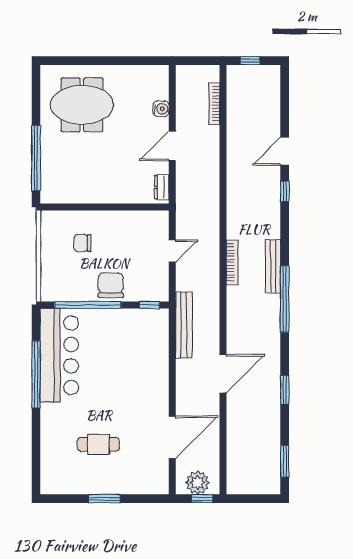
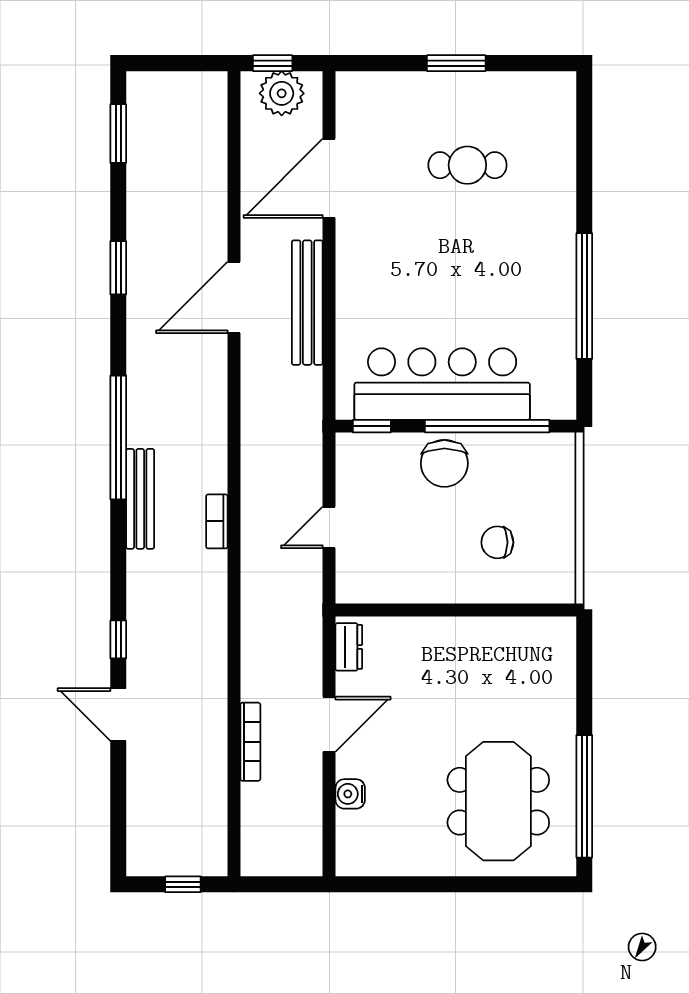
bookcase: (214, 104) -> (250, 742), moved
meeting table: (82, 105) -> (498, 801), turned 90
door: (285, 151) -> (118, 715), swing flipped
window: (36, 158) -> (584, 796), moved
chair: (82, 243) -> (497, 542), turned 180
bookcase: (232, 262) -> (217, 521), width x0.64
bench: (184, 325) -> (307, 303), moved
bar counter: (59, 355) -> (442, 384), moved, turned 90

